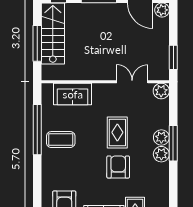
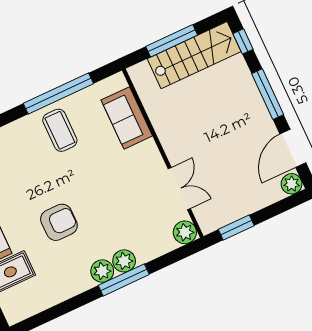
rug: (117, 132) -> (104, 200), removed

